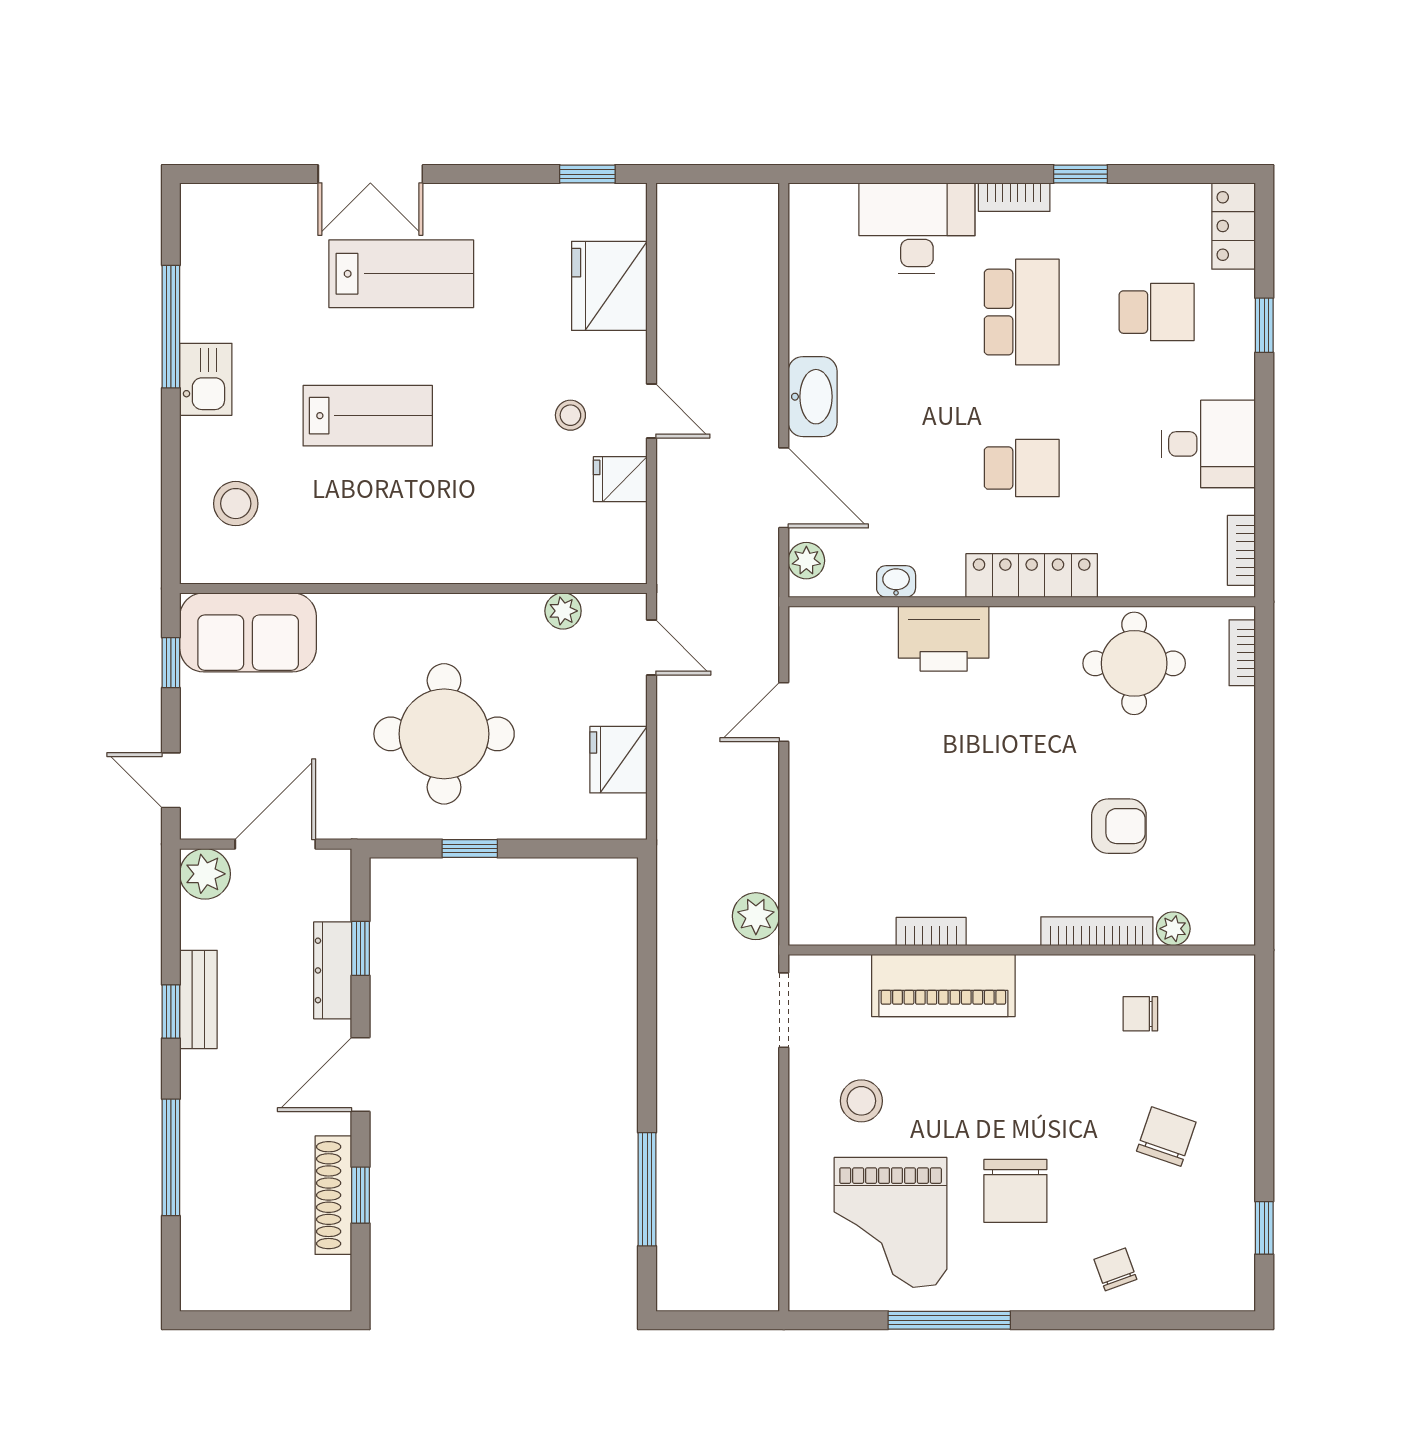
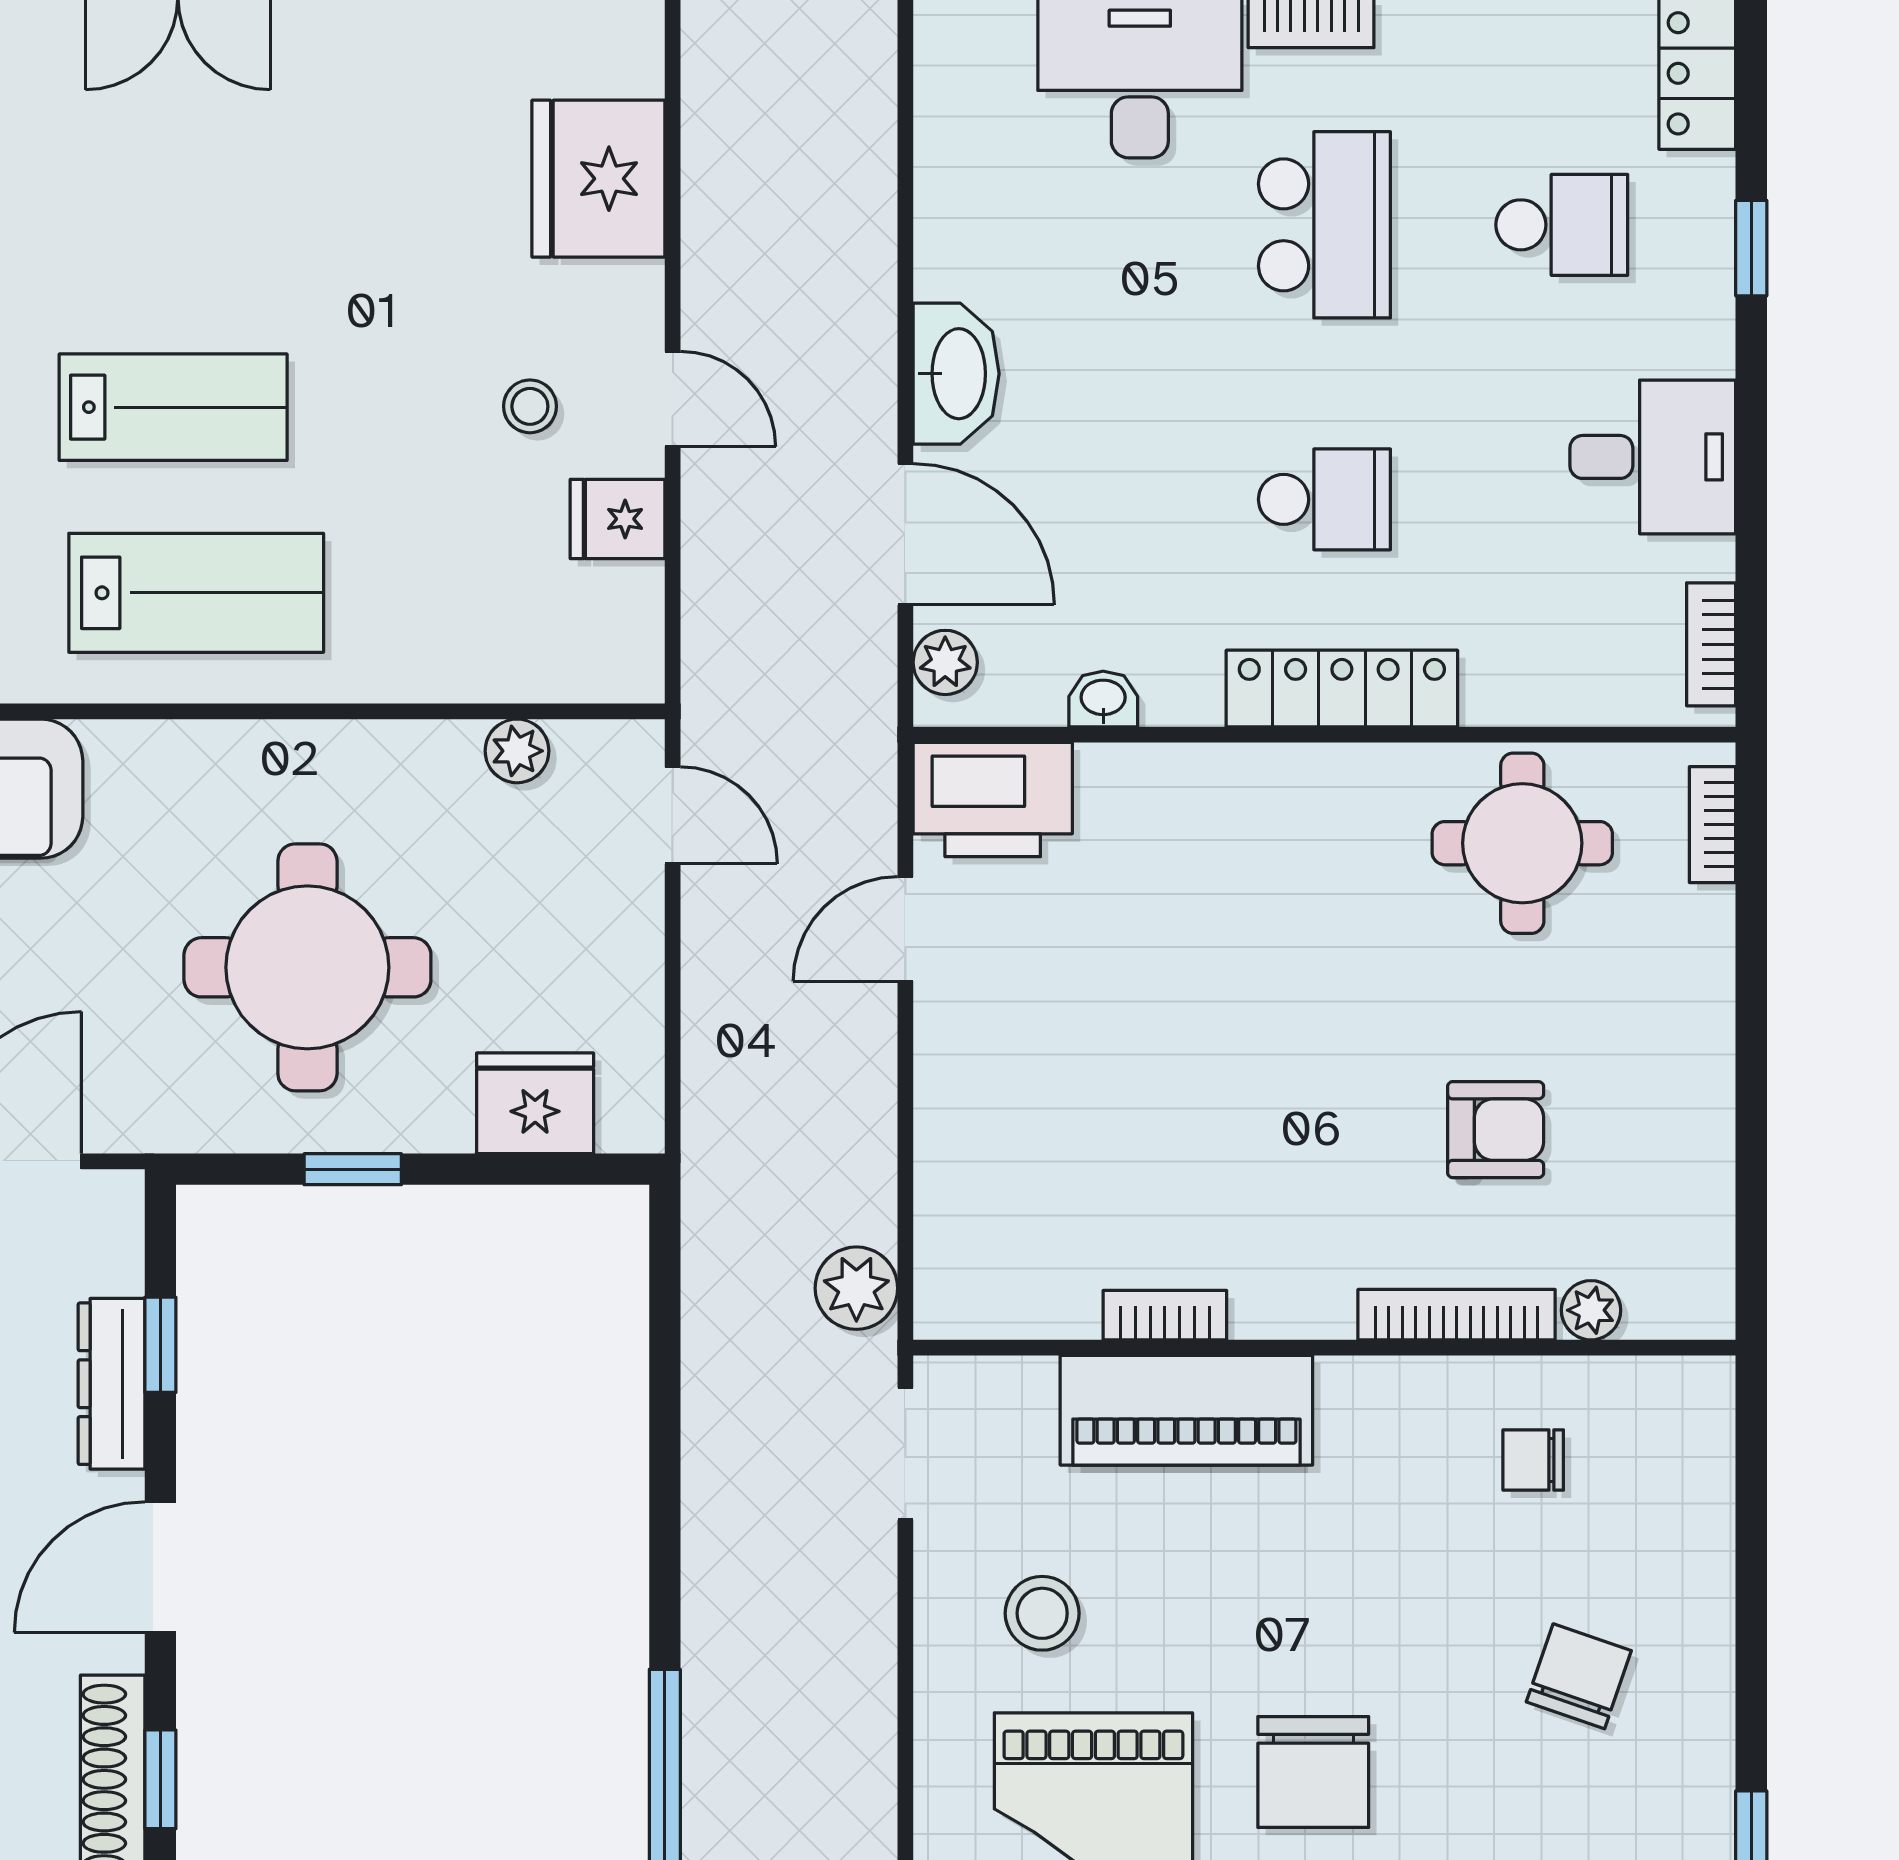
lab bench: (401, 274) -> (196, 593), moved
printer: (944, 639) -> (993, 800), moved
fridge: (618, 760) -> (535, 1103), moved, turned 90

